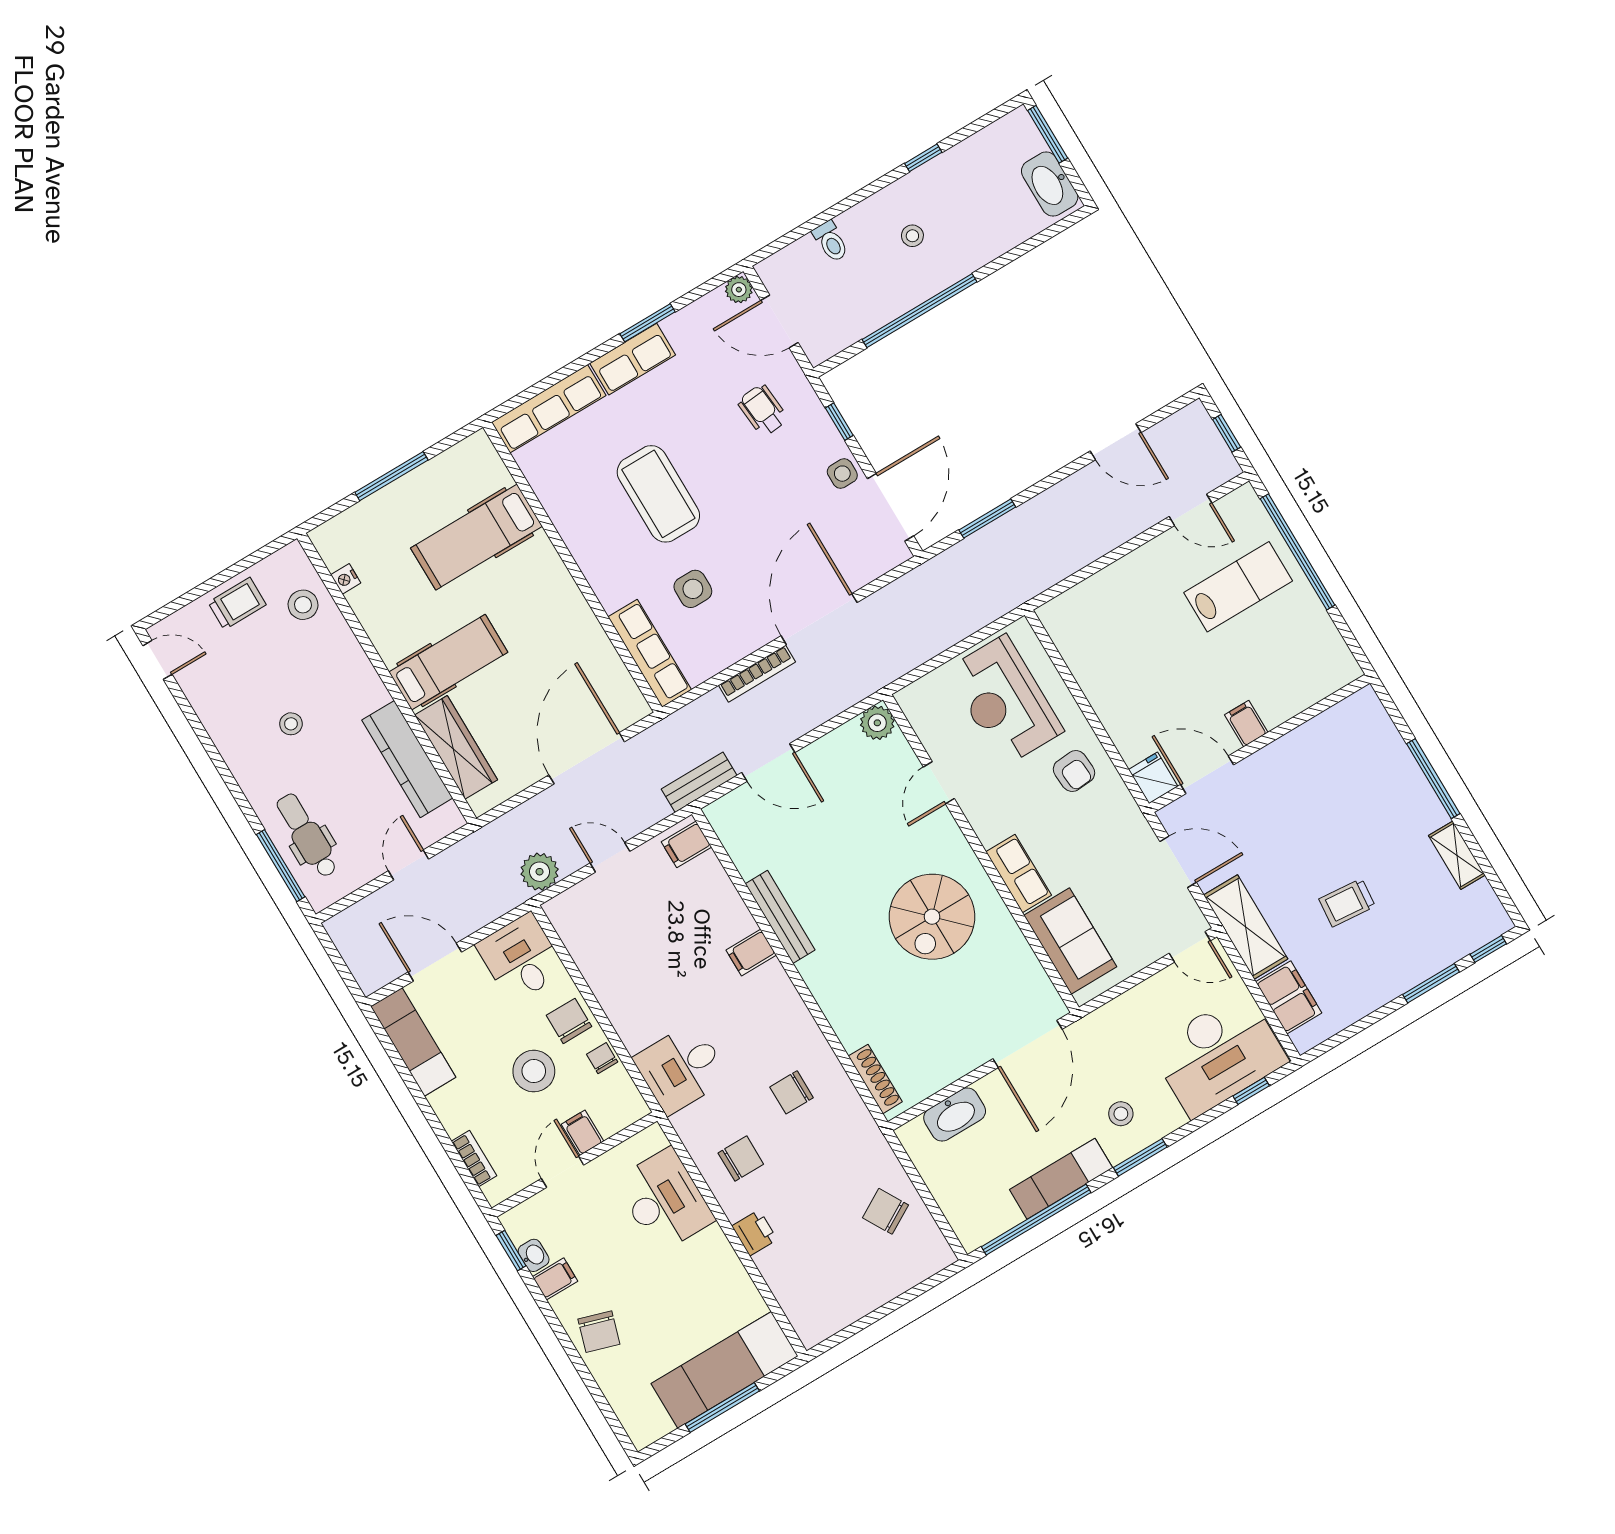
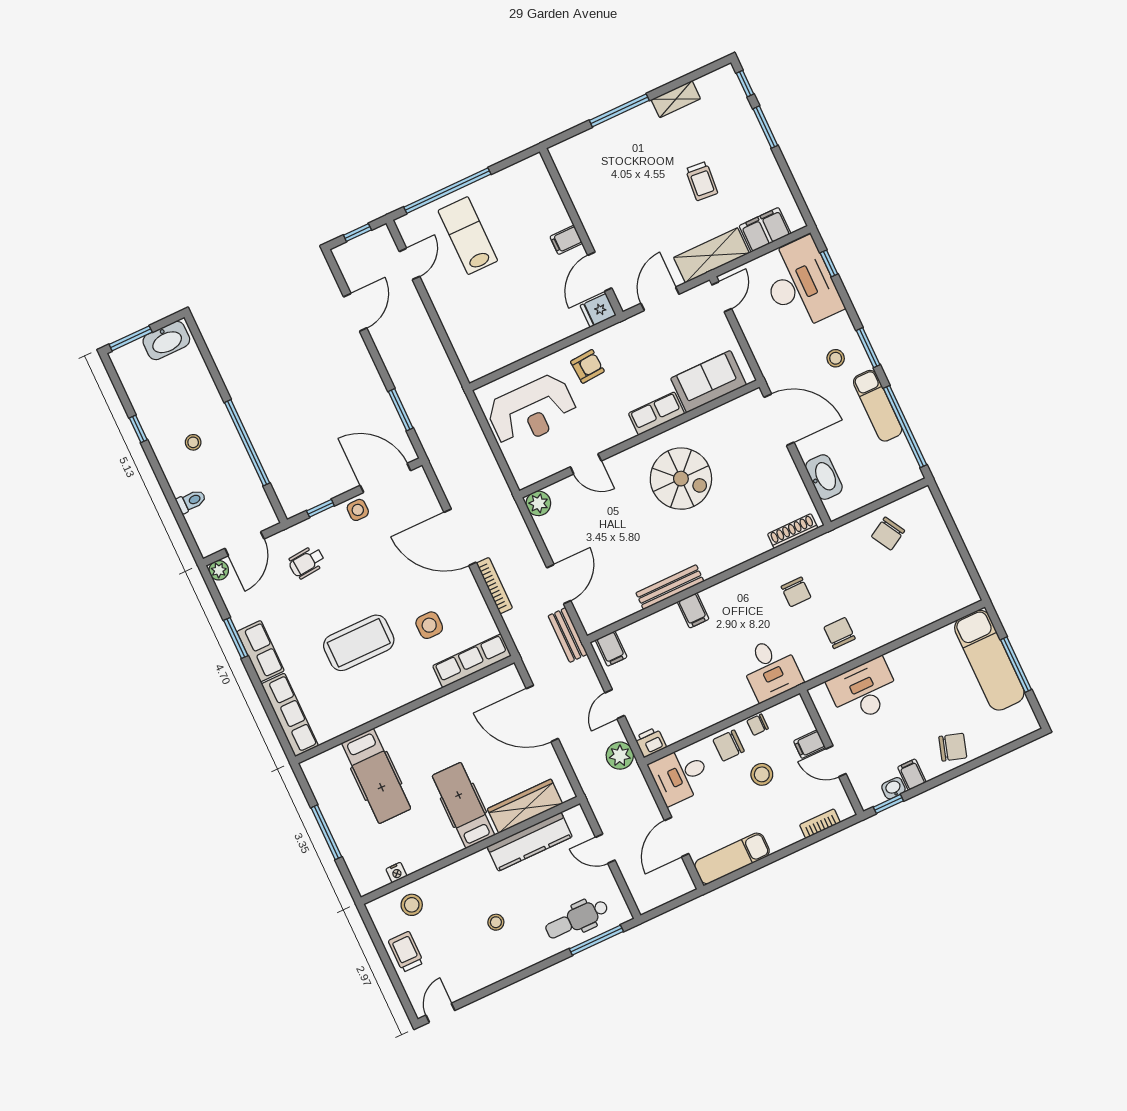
stool: (534, 1071) -> (762, 774), width x0.73, depth x0.73
printer: (754, 1233) -> (650, 742), moved

